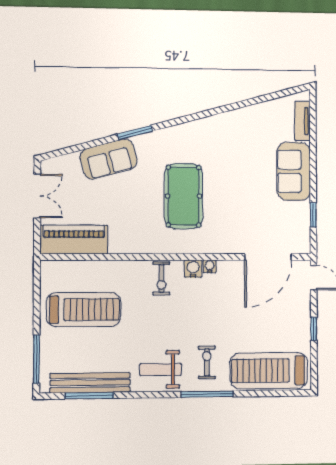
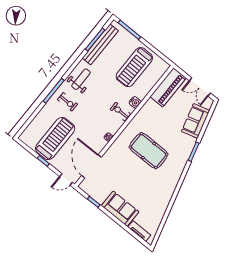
sofa: (109, 159) -> (196, 121), moved
water cooler: (193, 269) -> (135, 102), moved
treadmill: (269, 371) -> (55, 138), moved

